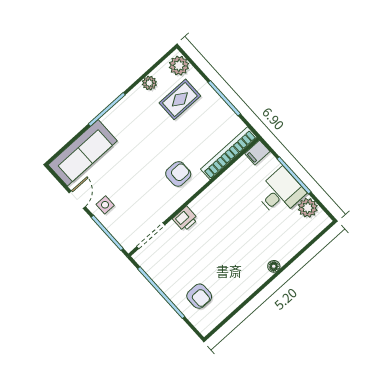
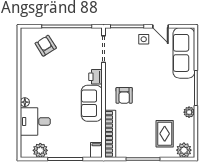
plant: (149, 83) -> (189, 112), moved
desk: (280, 193) -> (35, 121), moved, turned 90
sofa: (215, 199) -> (92, 103), added
armchair: (199, 296) -> (46, 46), turned 58

